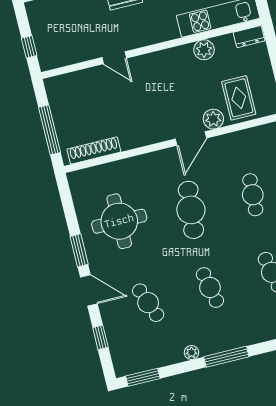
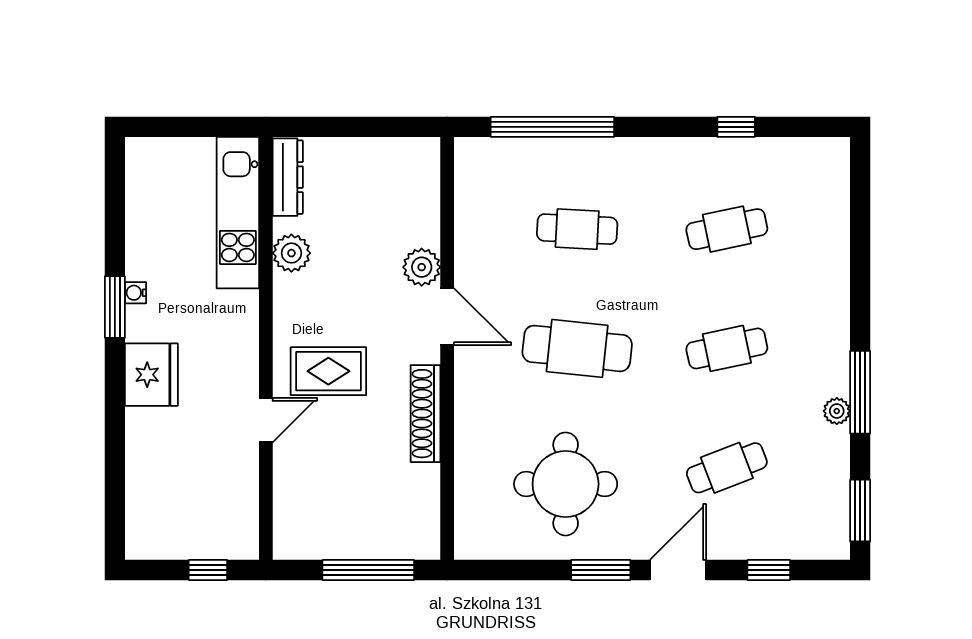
dresser: (249, 37) -> (288, 177), width x1.44
rug: (239, 98) -> (328, 371), moved
shoe rack: (94, 150) -> (426, 414), moved
window: (226, 357) -> (860, 392), moved

